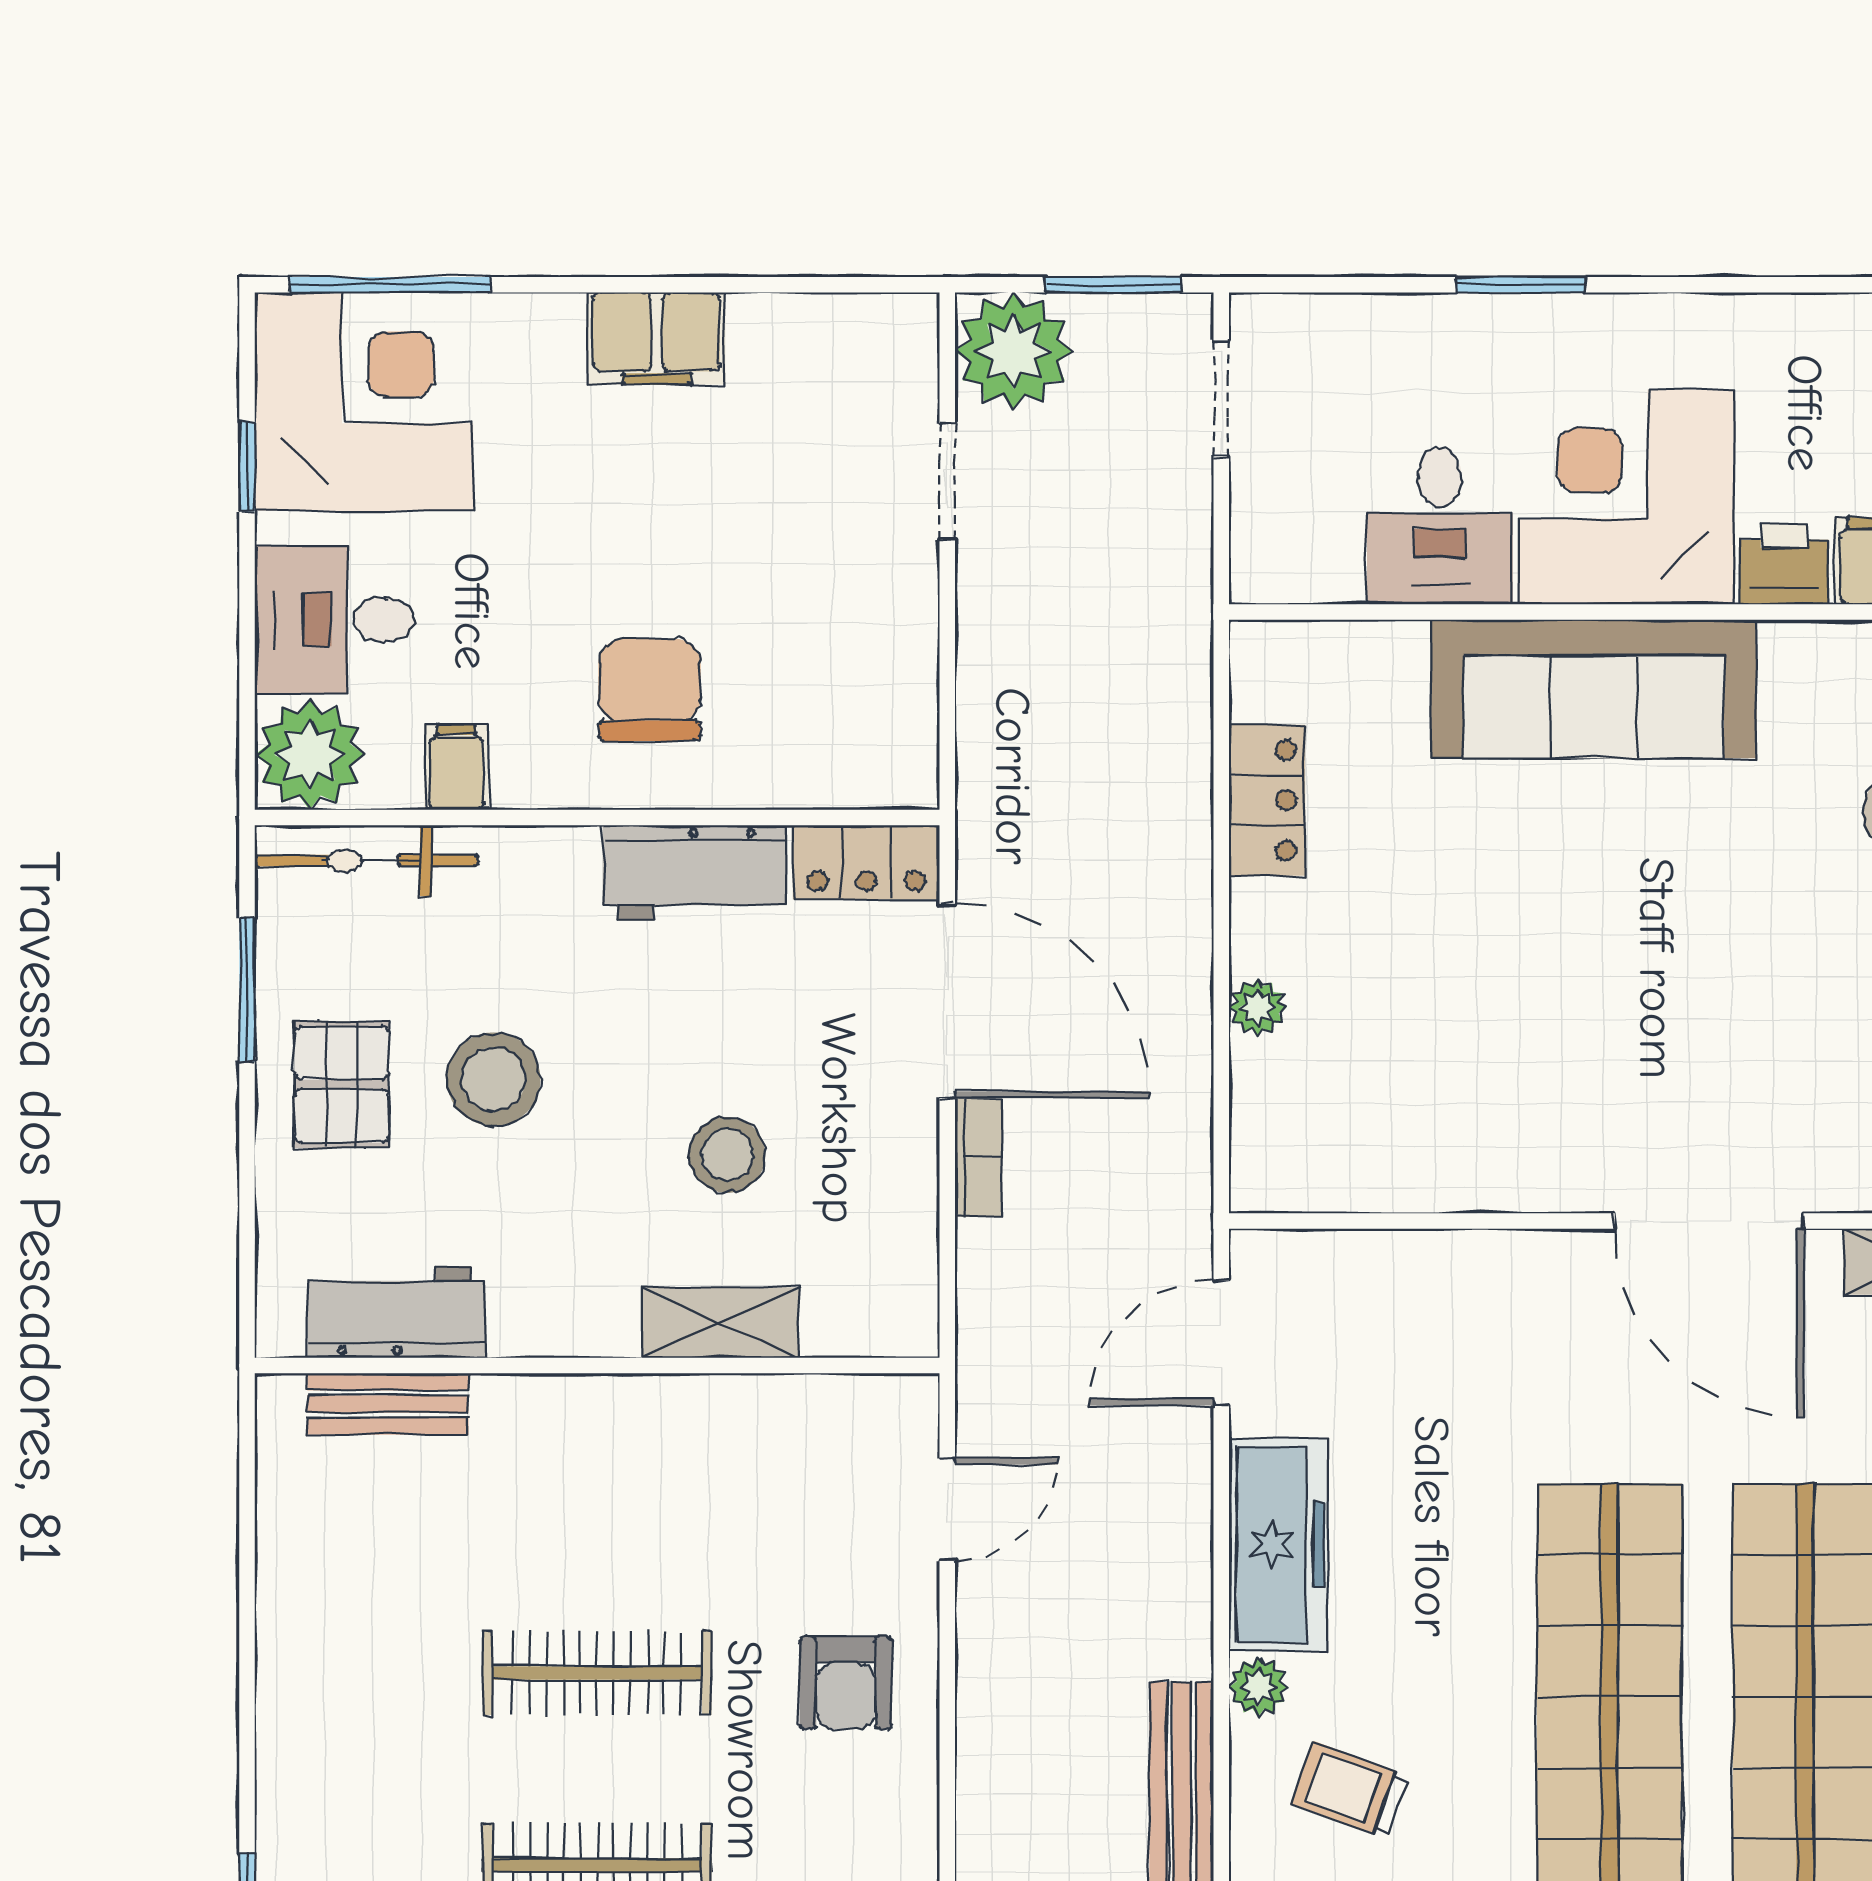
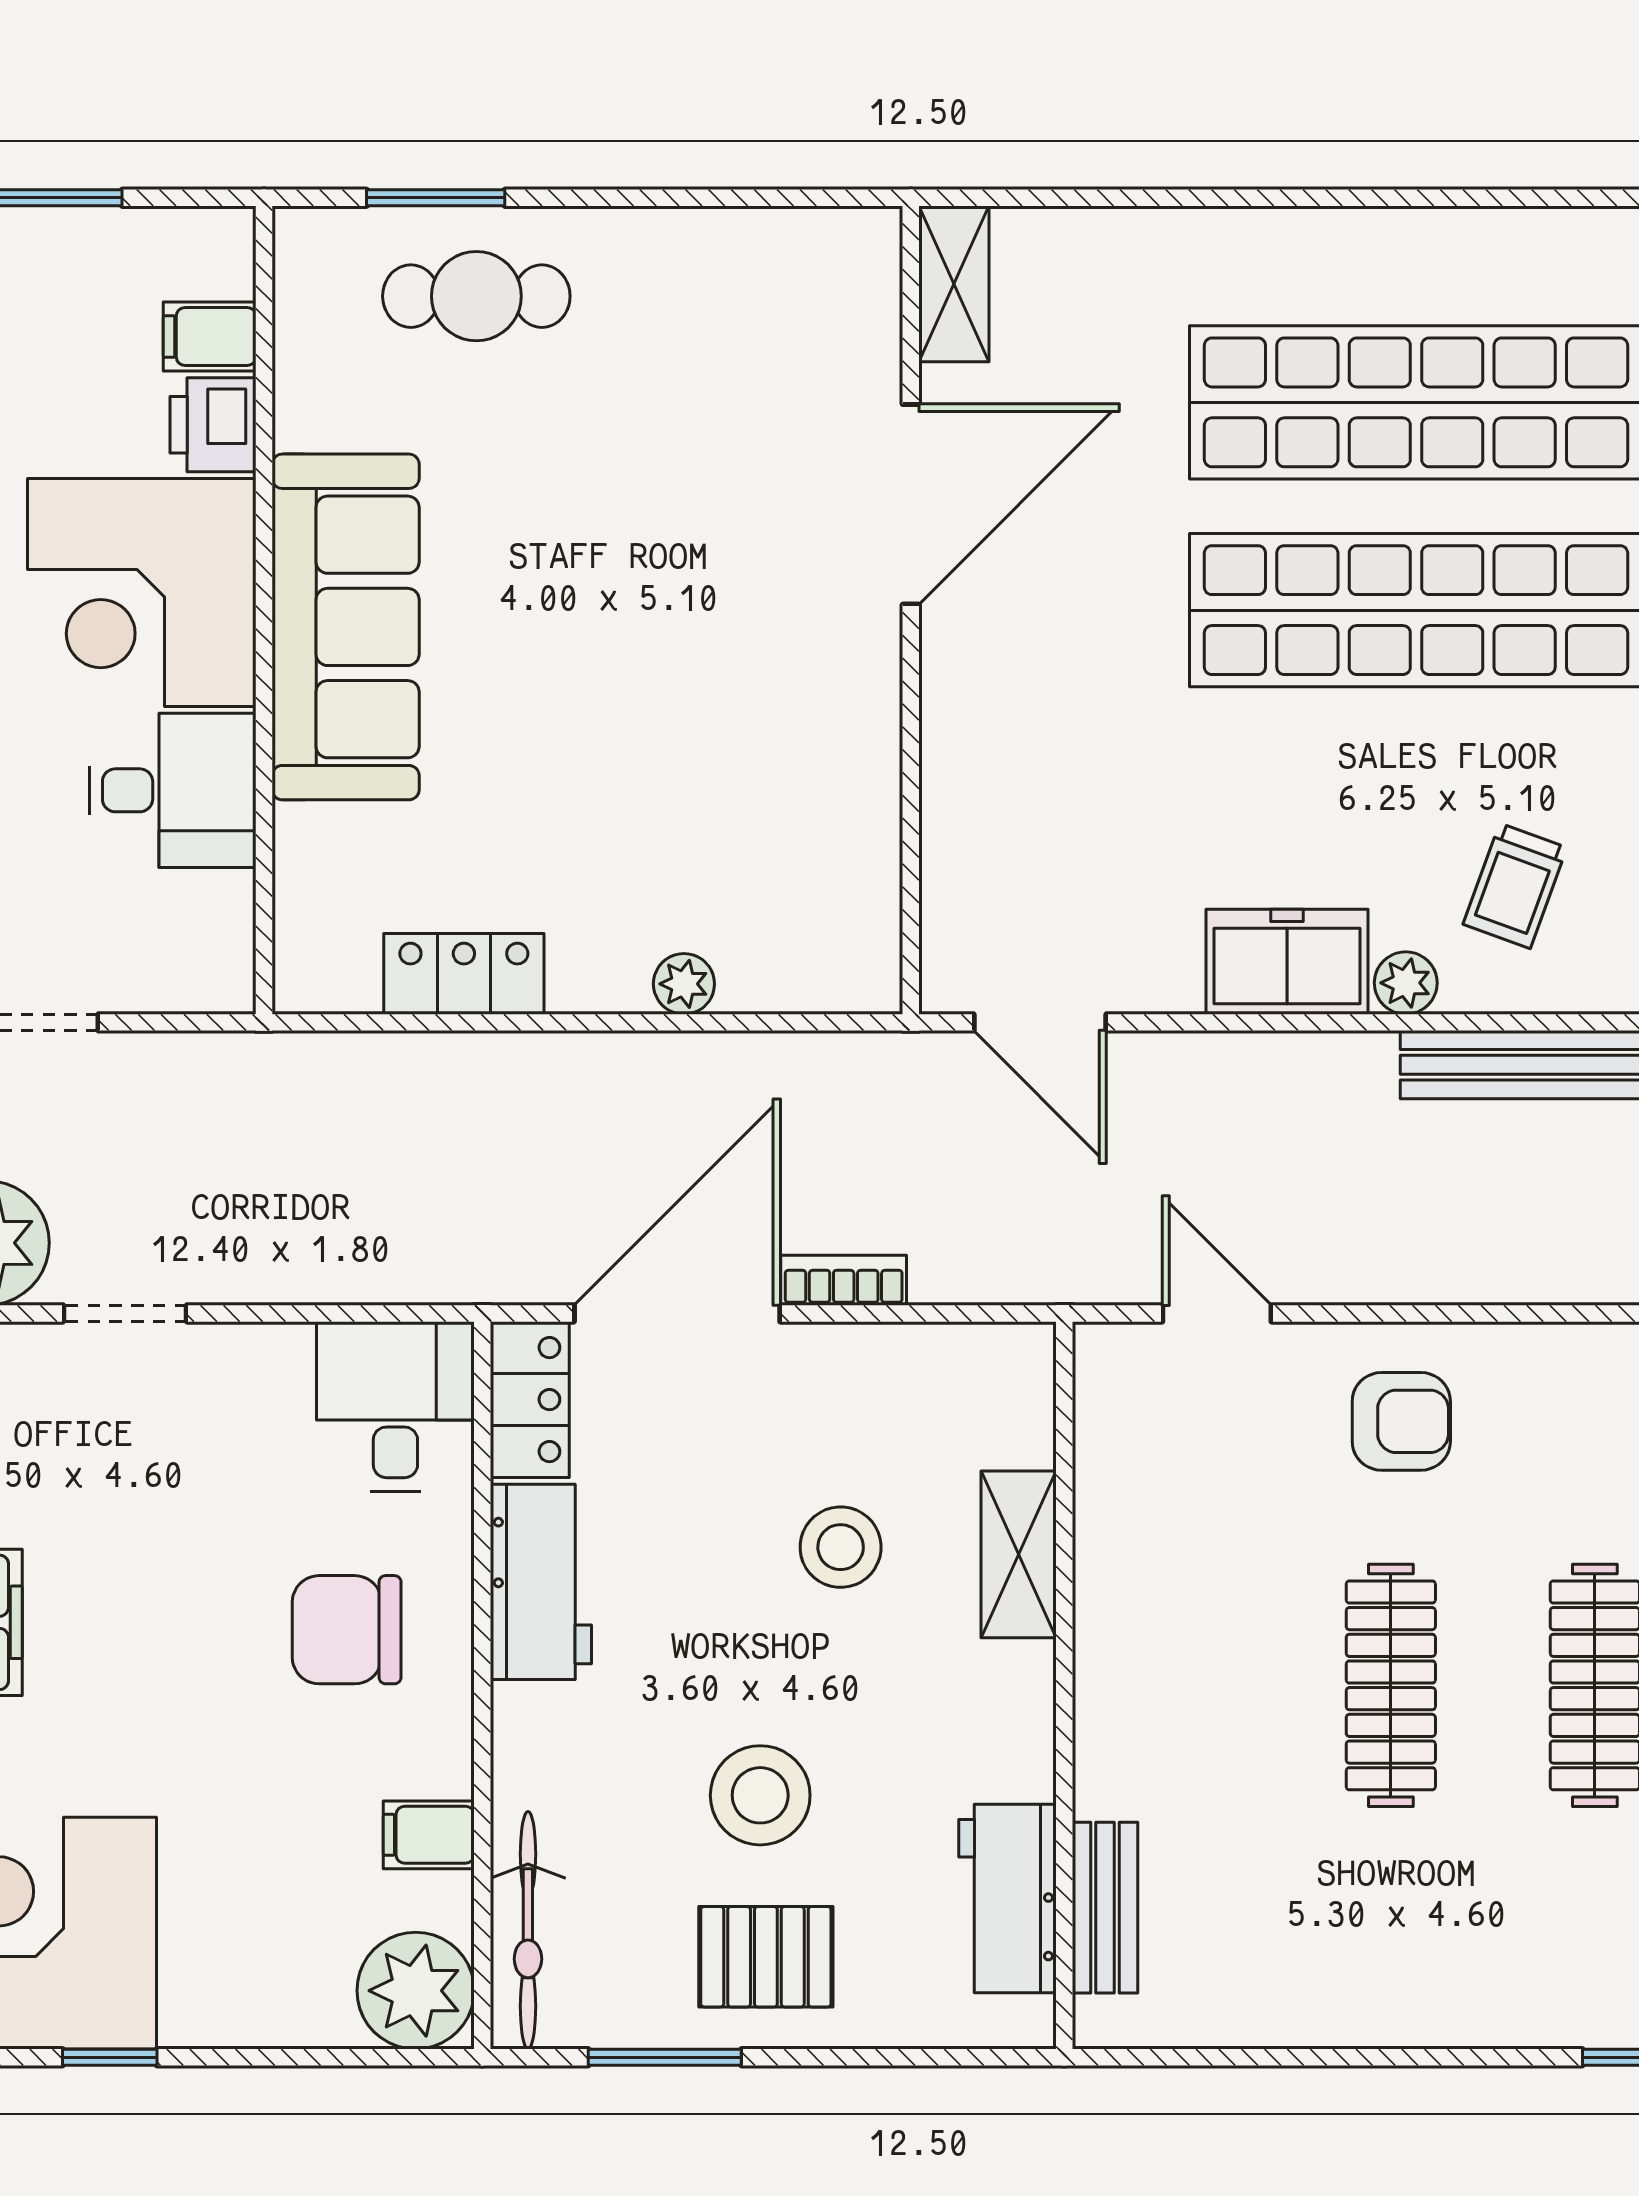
desk: (335, 619) -> (395, 1406), moved, turned 180
freezer: (1278, 1545) -> (1287, 962), width x0.71

